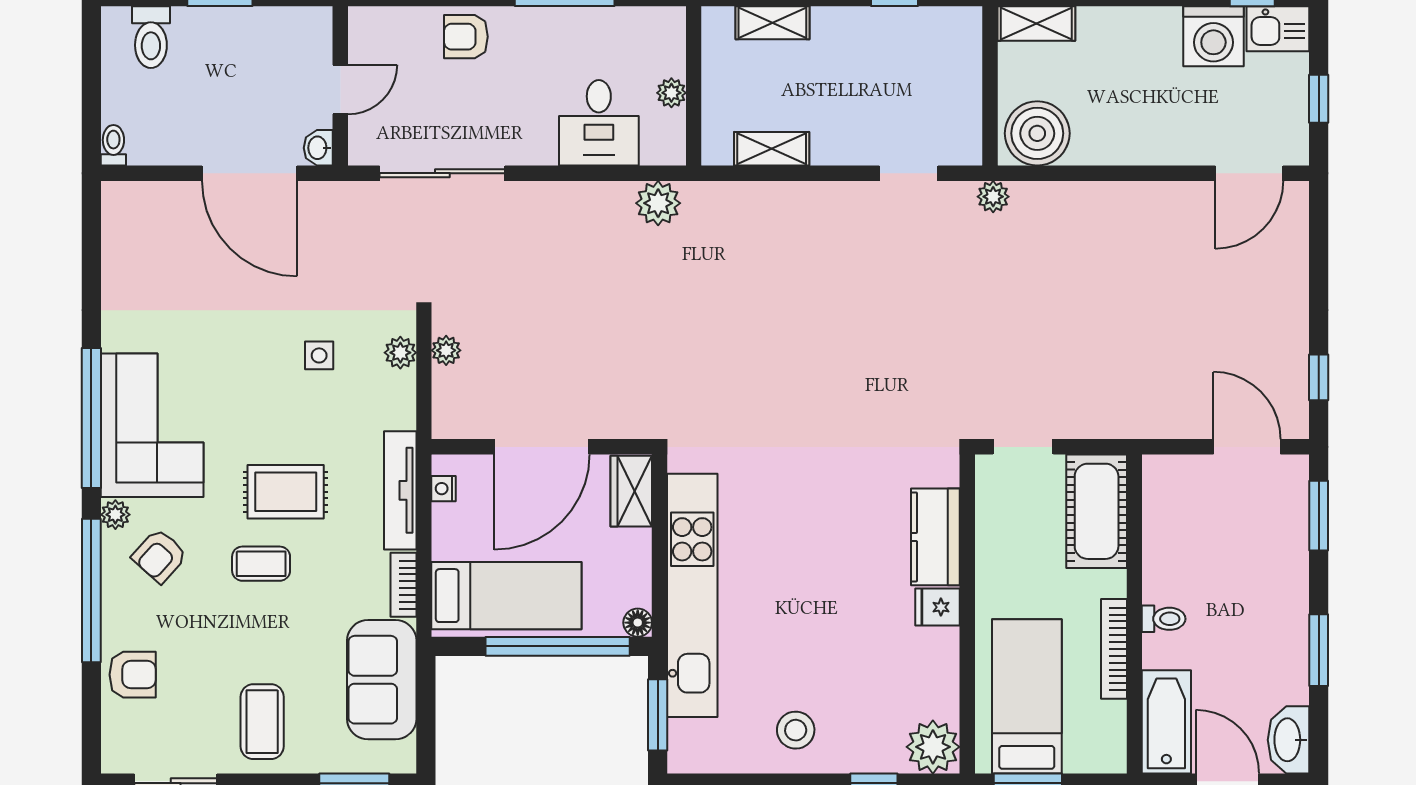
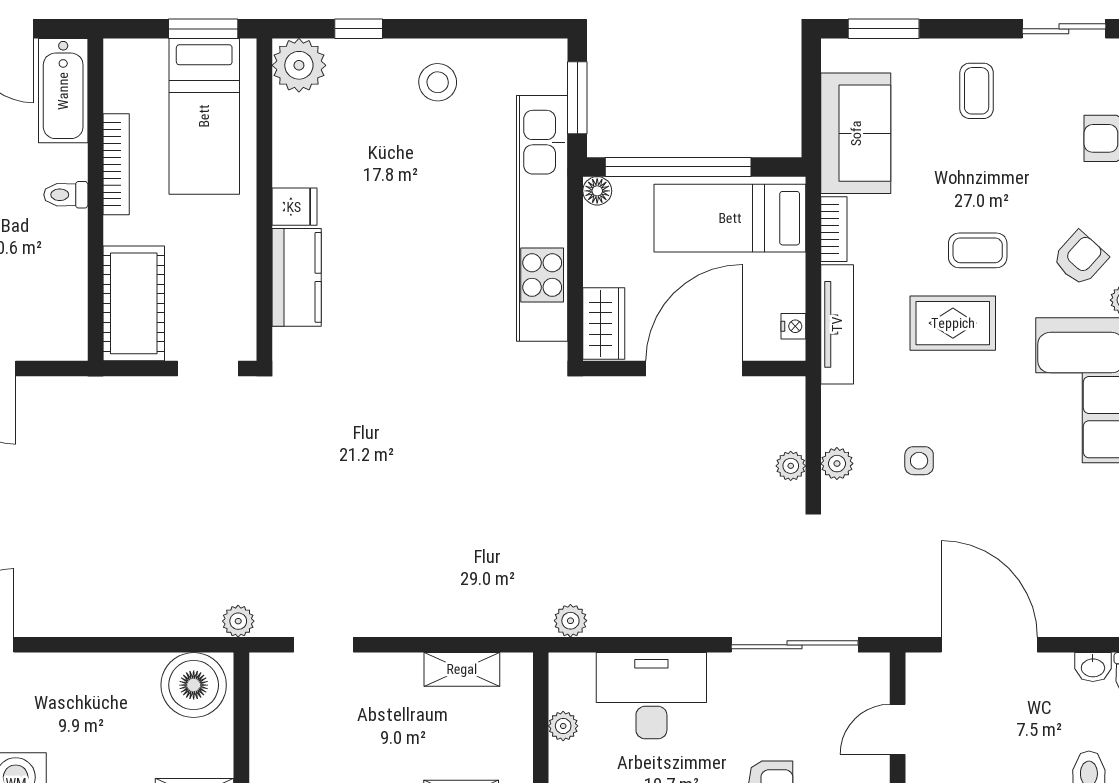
desk: (599, 123) -> (651, 696), width x1.37
washbasin: (318, 148) -> (1093, 667), moved, turned 90
plant: (658, 203) -> (570, 621), width x0.73, depth x0.73
coffee table: (262, 722) -> (977, 91), width x0.73, depth x0.77

